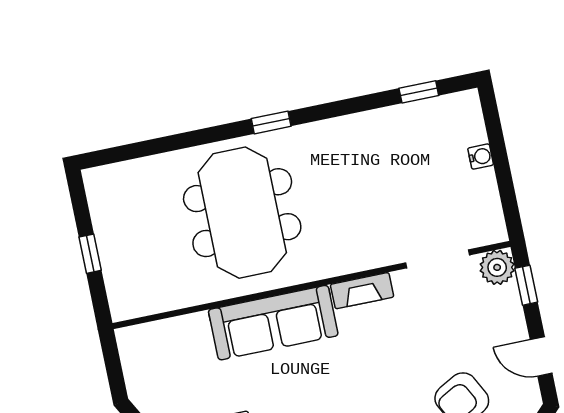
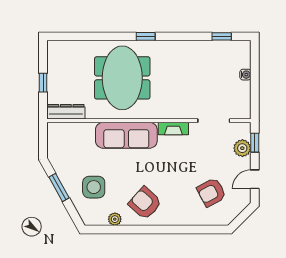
plant: (497, 267) -> (242, 148), moved
dresser: (146, 301) -> (66, 112), added
door: (541, 356) -> (255, 179), hinge flipped

